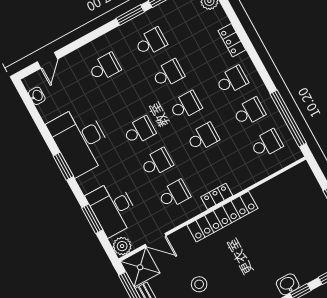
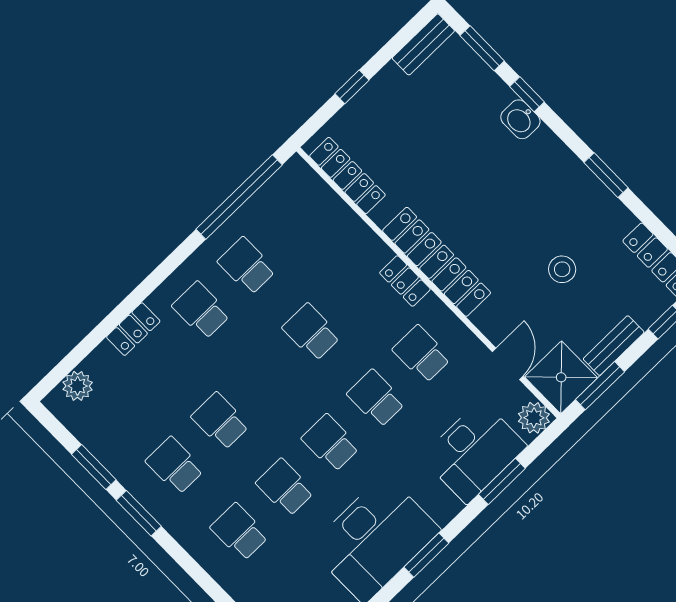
school desk: (186, 106) -> (285, 487), moved
school desk: (267, 144) -> (292, 221), removed
locker: (283, 181) -> (347, 175), added

